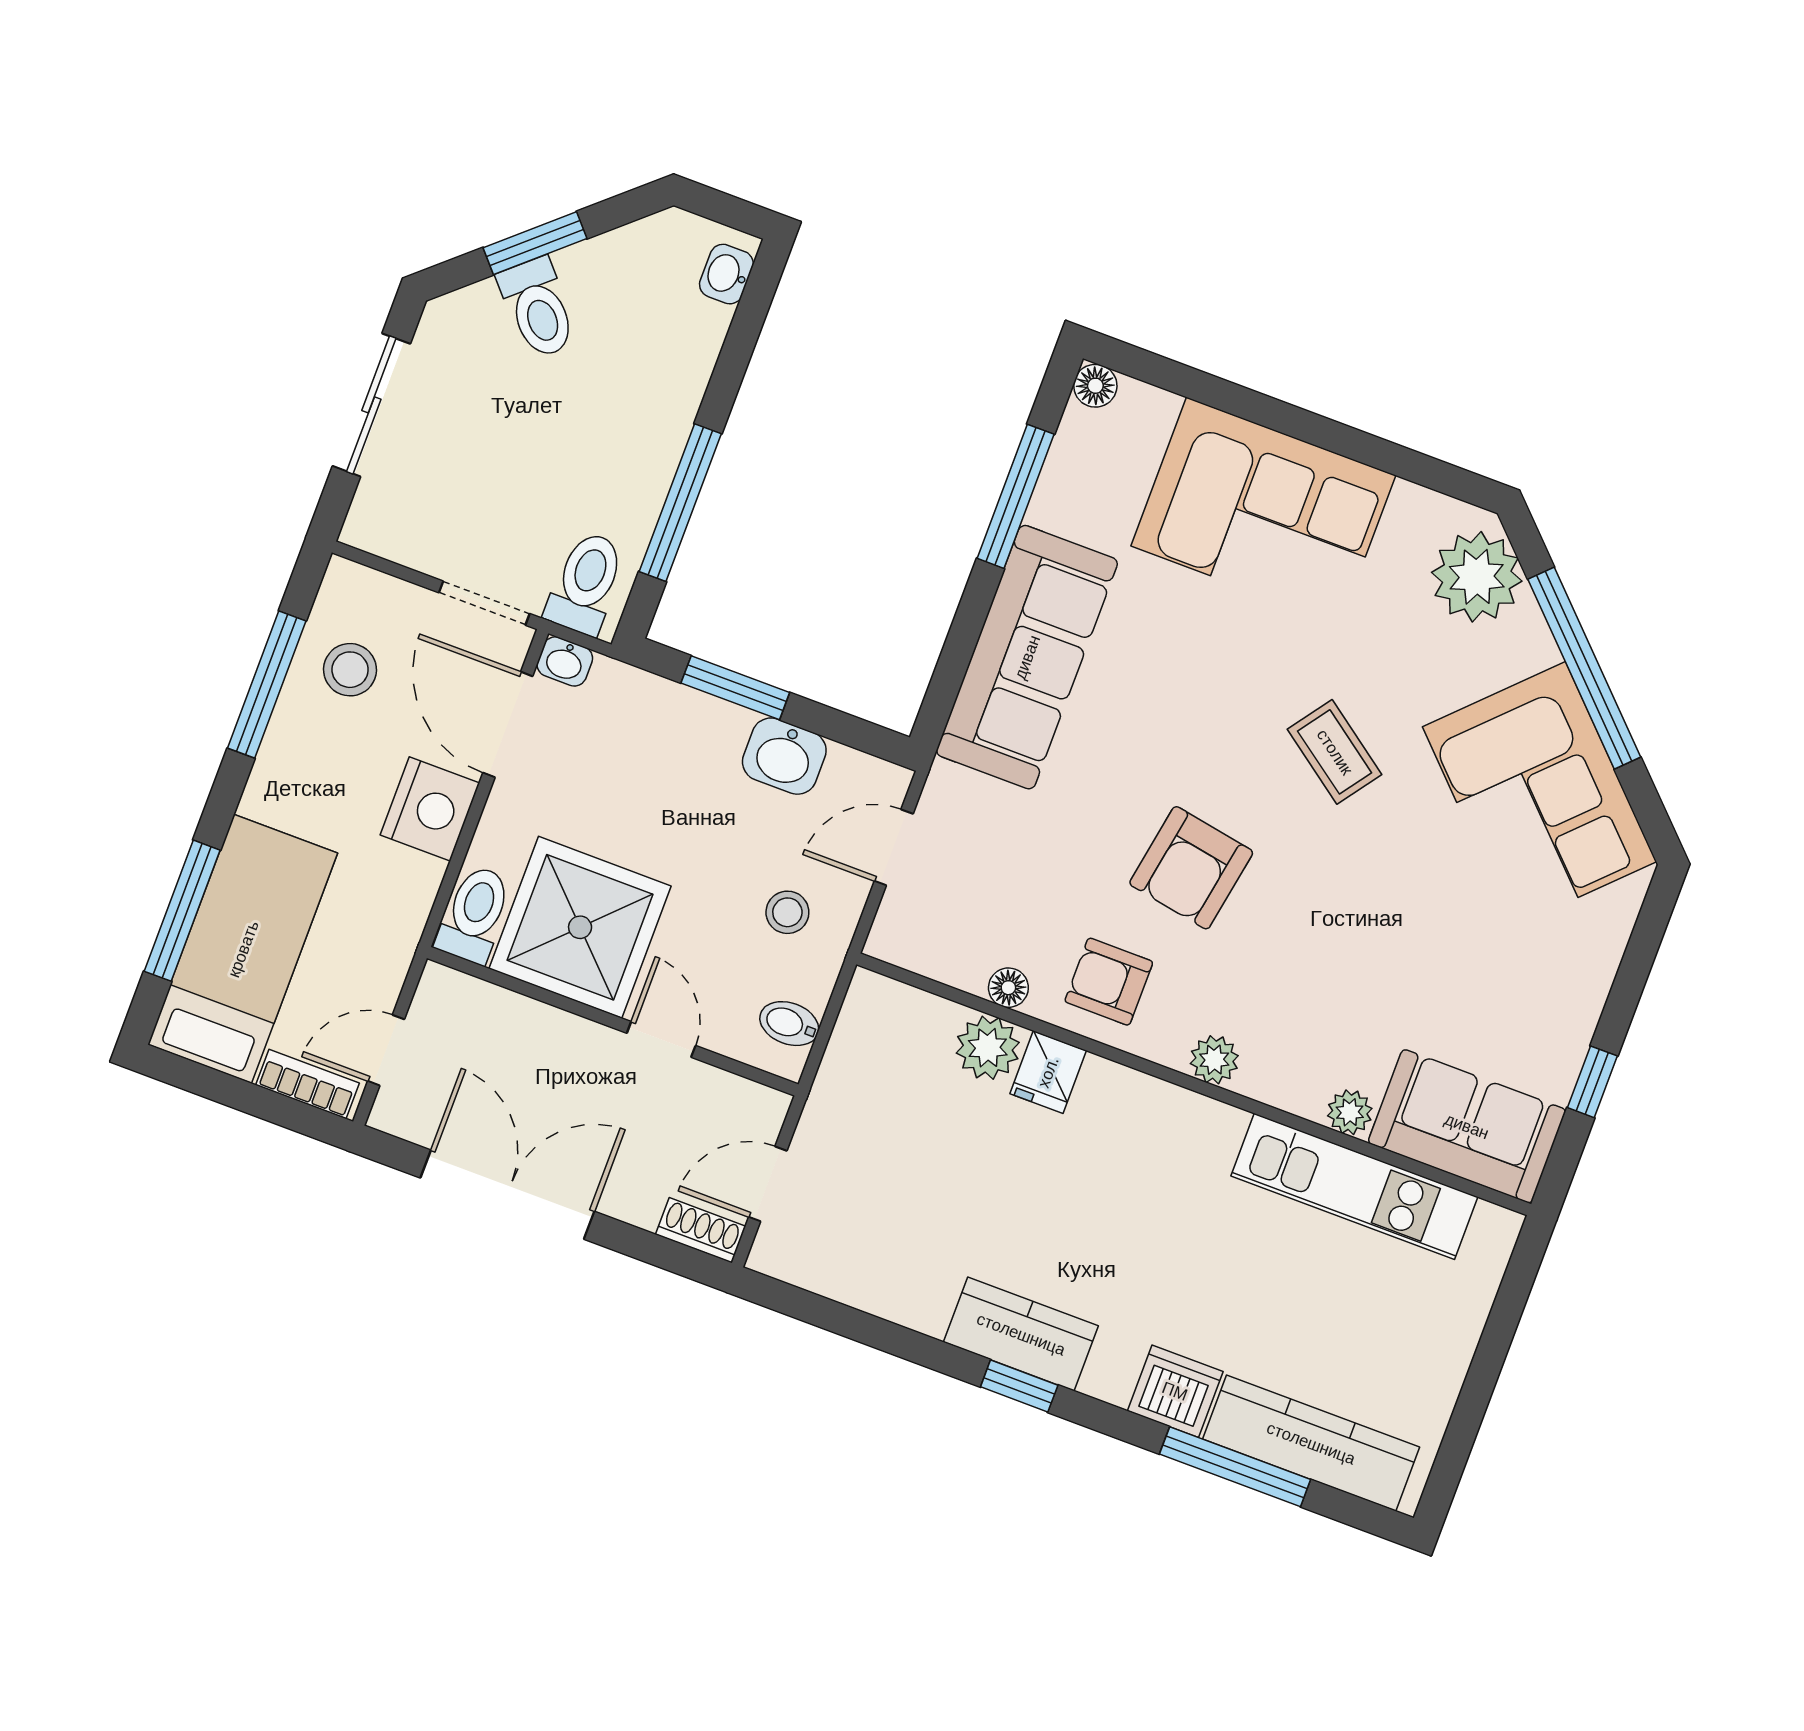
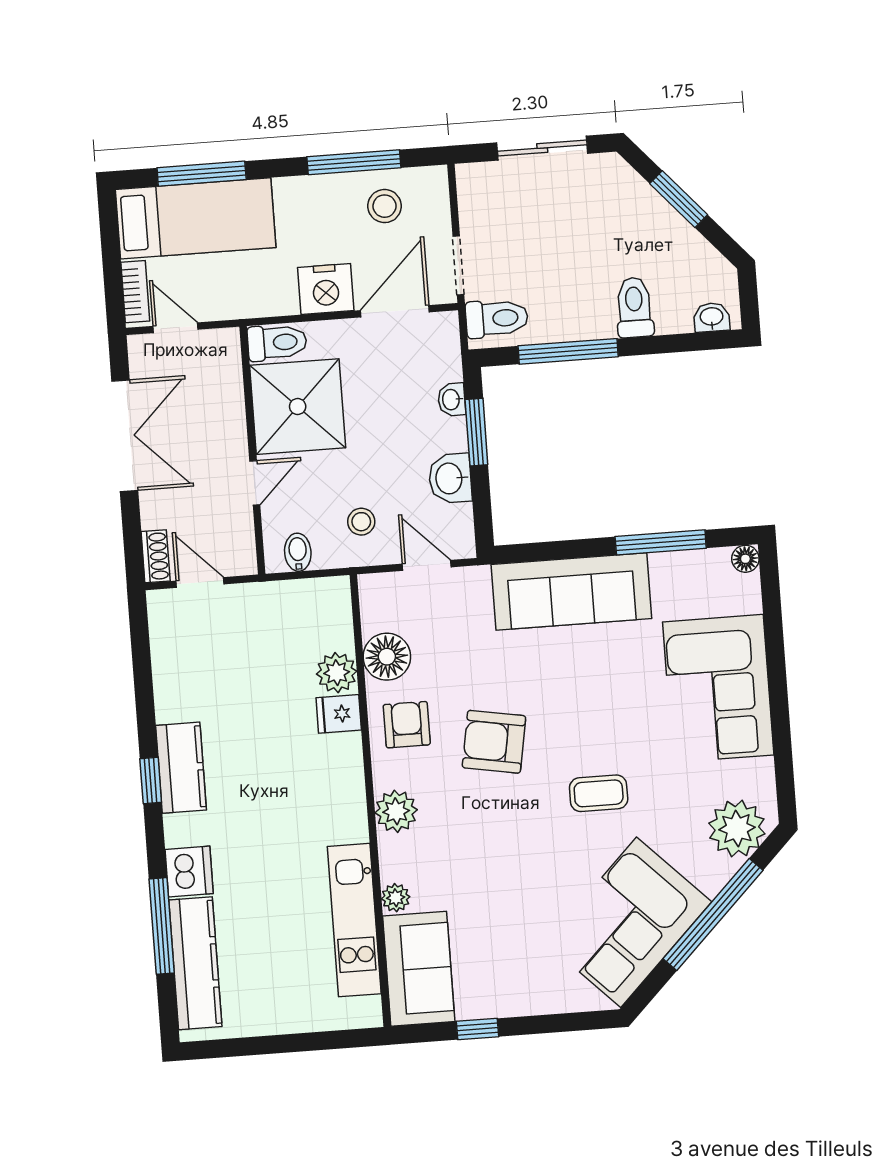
toilet: (538, 308) -> (634, 307), moved, turned 132
washbasin: (565, 661) -> (452, 400), moved
coffee table: (1335, 752) -> (599, 793), turned 54
floor lamp: (1008, 988) -> (387, 657), width x1.89, depth x1.89
plant: (1214, 1060) -> (396, 811), width x1.38, depth x1.38

